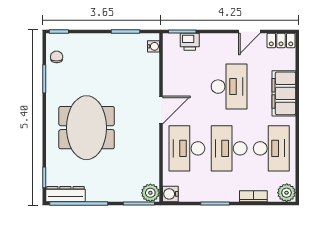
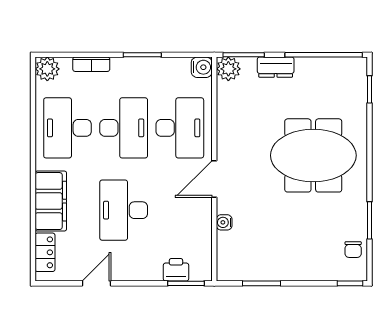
locker: (281, 40) -> (45, 252), moved, turned 90
water cooler: (154, 46) -> (224, 222), moved
meeting table: (87, 128) -> (313, 155), turned 90
dresser: (65, 194) -> (276, 67), moved, width x0.70

